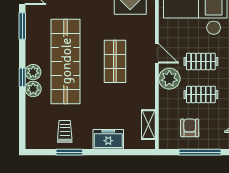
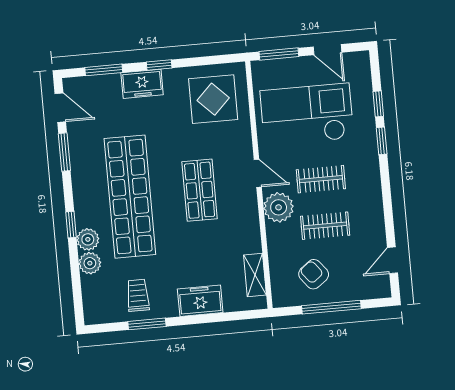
plant: (33, 72) -> (90, 263), moved
armchair: (190, 128) -> (314, 274), turned -38

